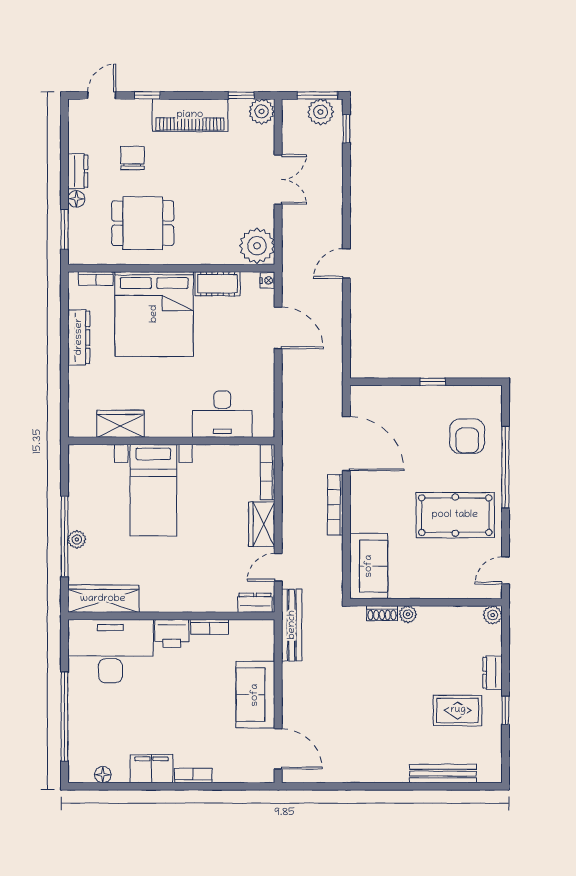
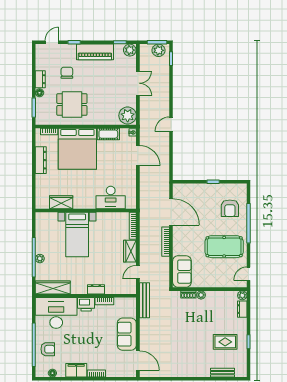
dresser: (255, 603) -> (96, 289), moved
dresser: (493, 673) -> (242, 309), moved
armchair: (93, 726) -> (48, 349), added
bench: (443, 774) -> (222, 373), width x0.73

